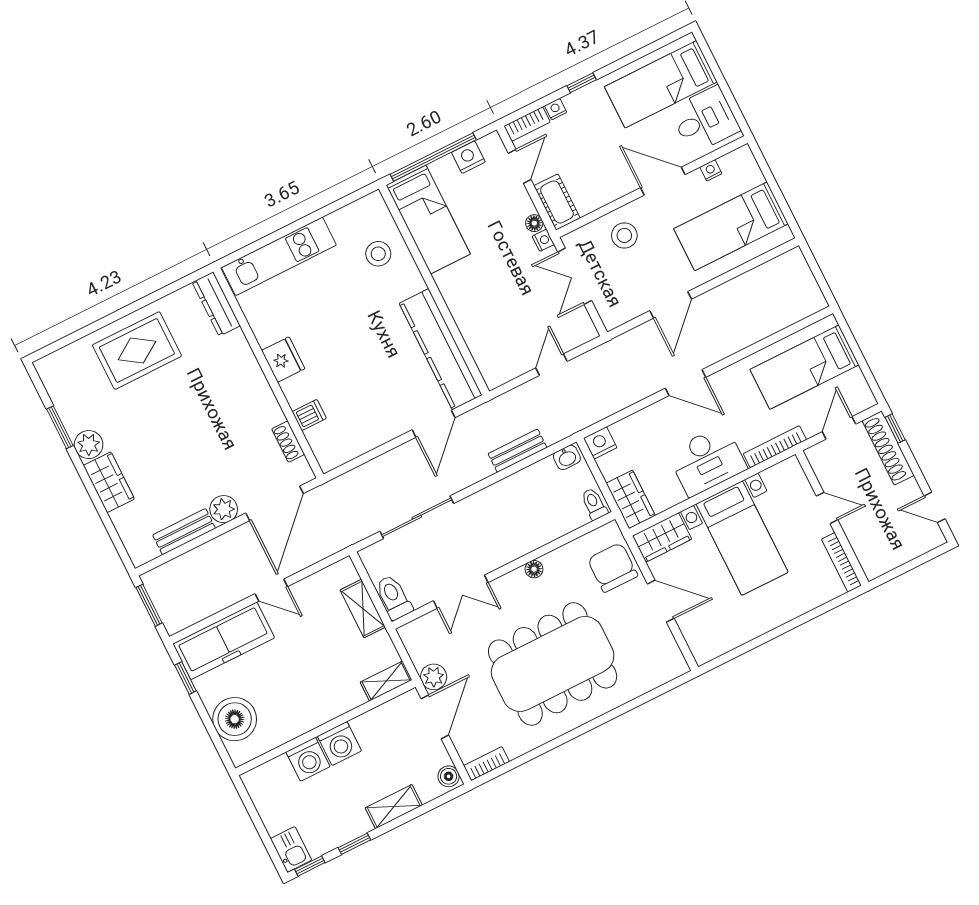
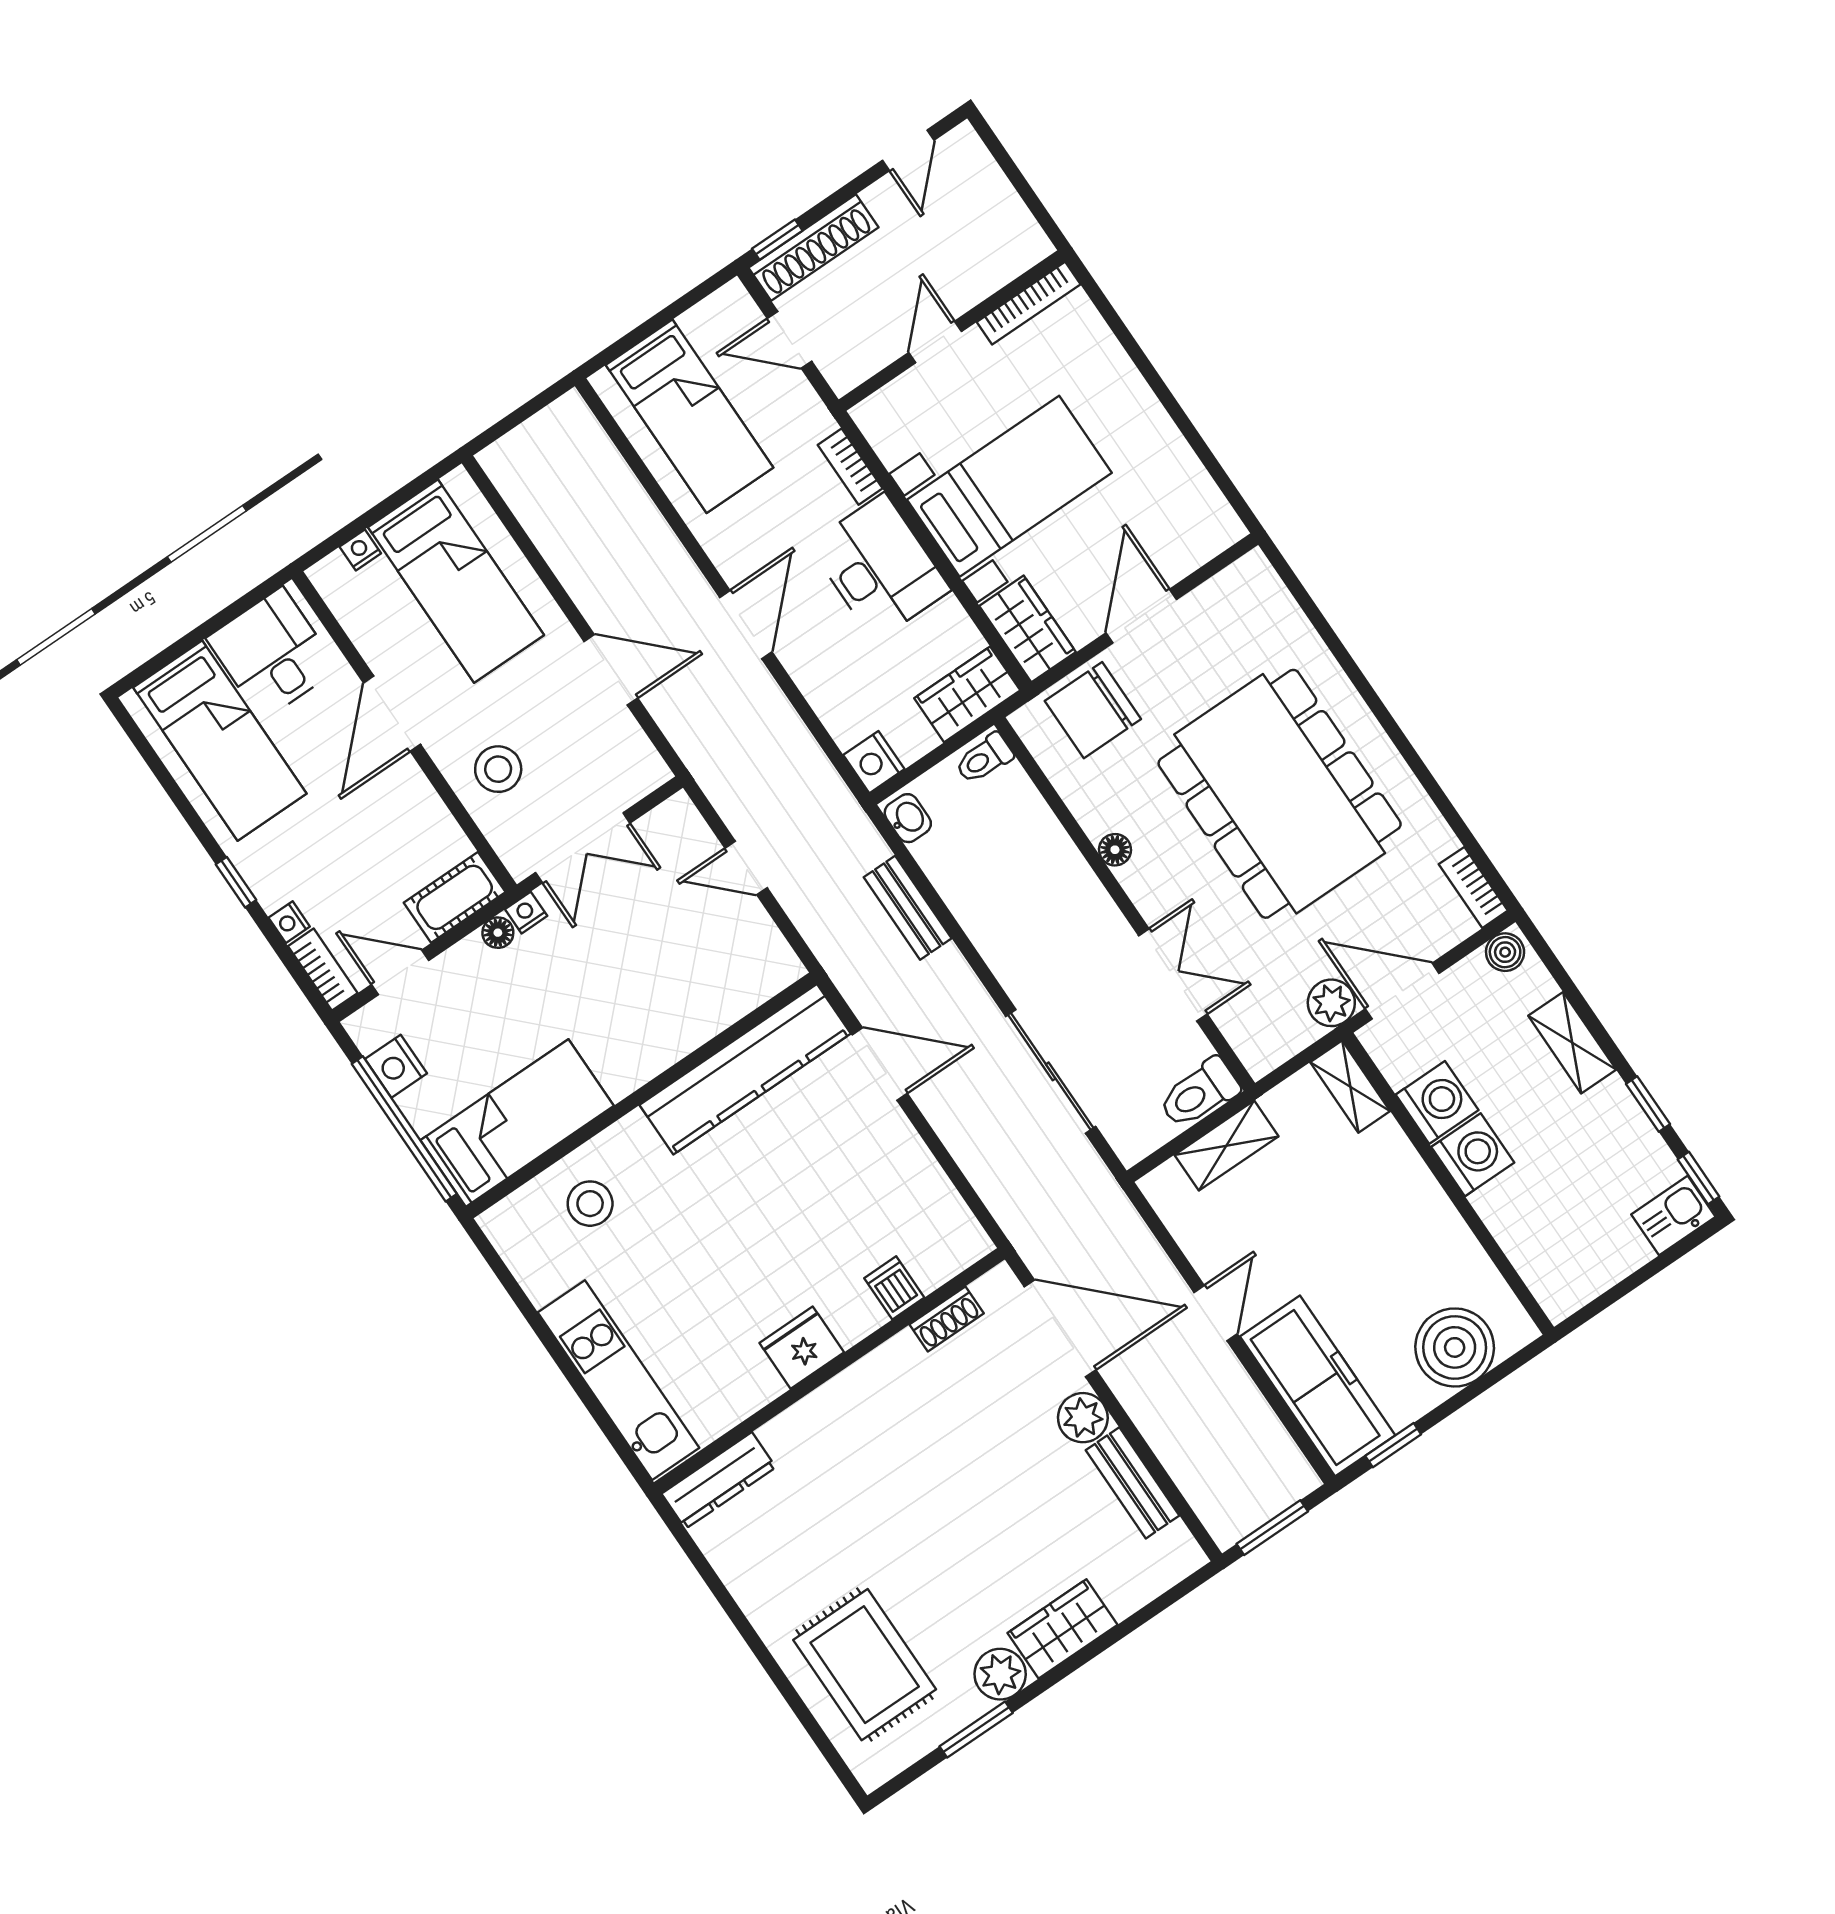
nightstand: (711, 170) -> (360, 550), moved, turned 90
rug: (137, 351) -> (865, 1665), moved
bookcase: (775, 447) -> (850, 467), width x0.64
washing machine: (308, 759) -> (1437, 1102), moved

